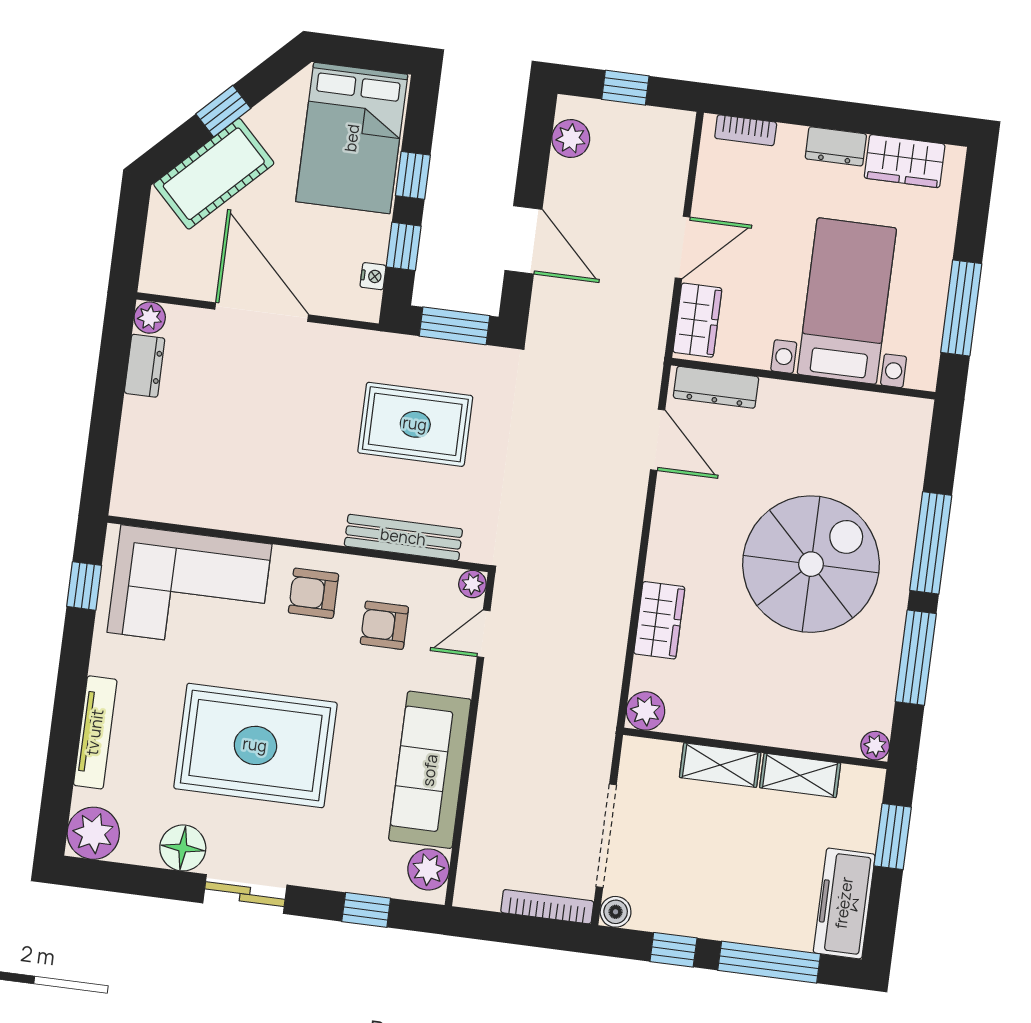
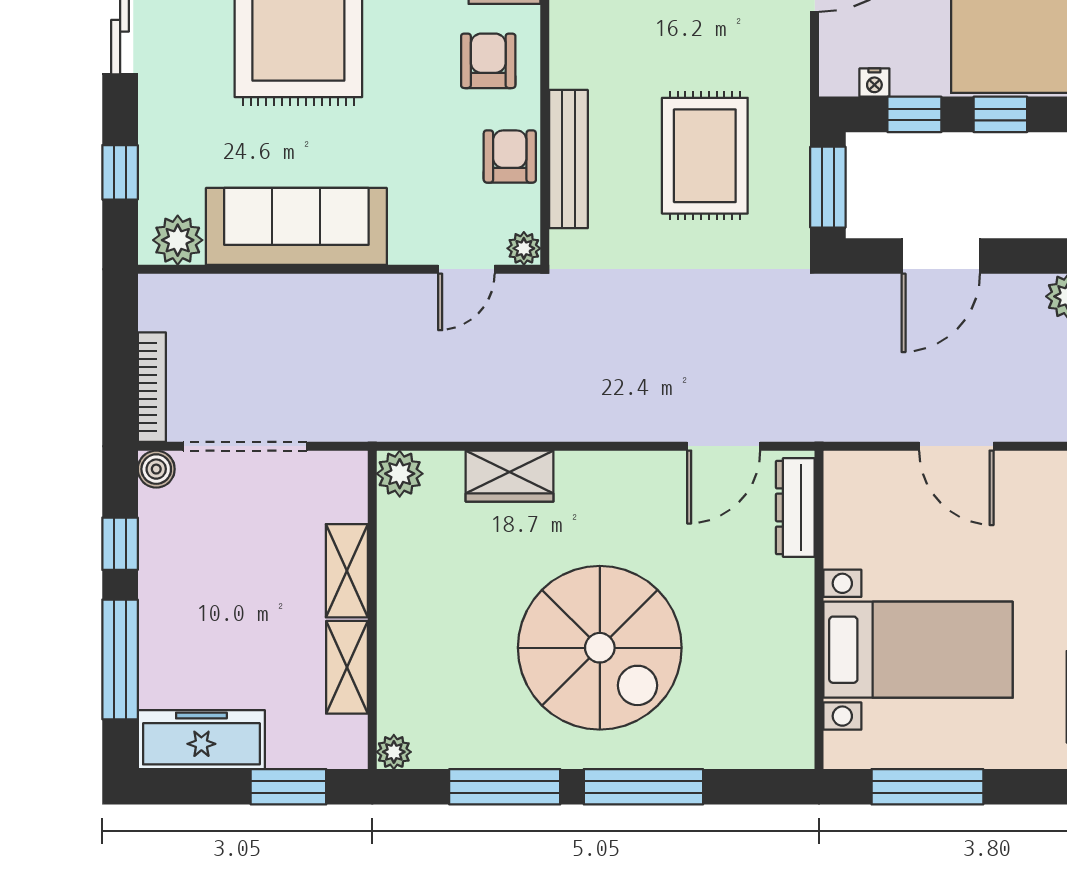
wardrobe: (697, 320) -> (872, 475), removed
armchair: (384, 625) -> (510, 156), moved
door: (484, 634) -> (466, 269), swing flipped

